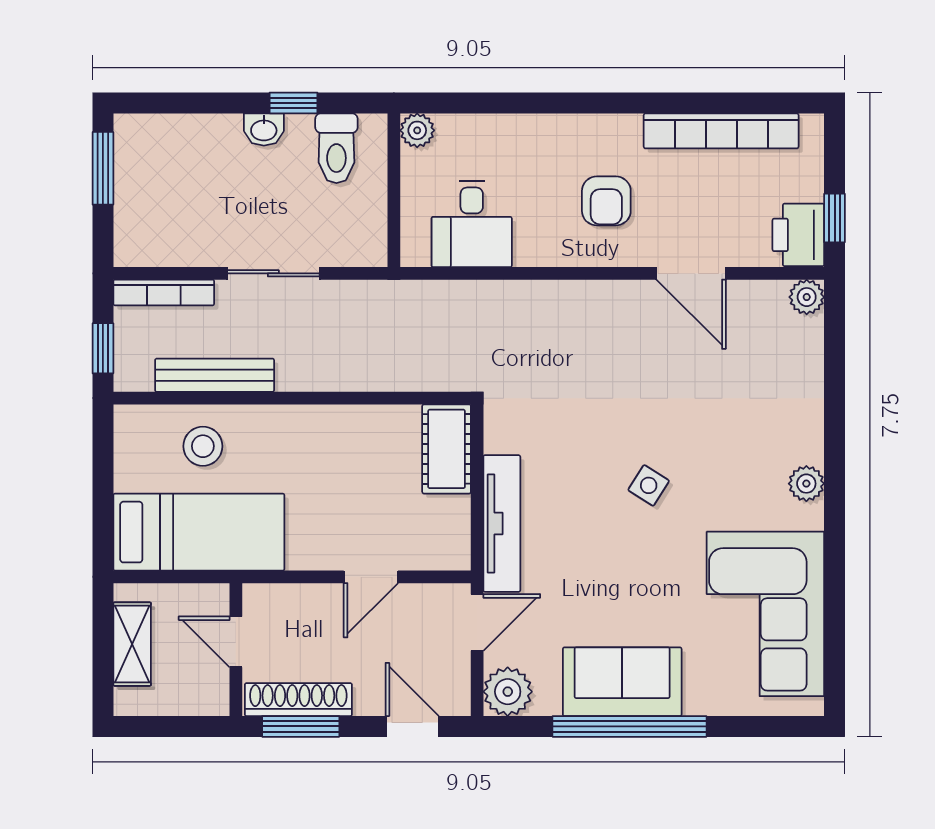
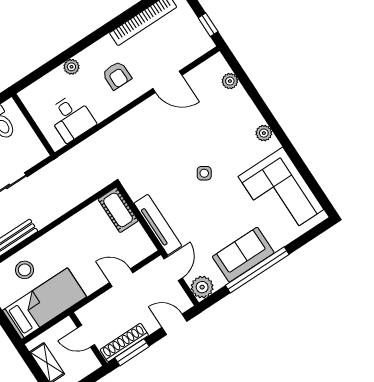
plant: (417, 130) -> (71, 67), moved
printer: (798, 235) -> (199, 40), removed
plant: (807, 297) -> (230, 81), moved
door: (371, 577) -> (121, 278), swing flipped

